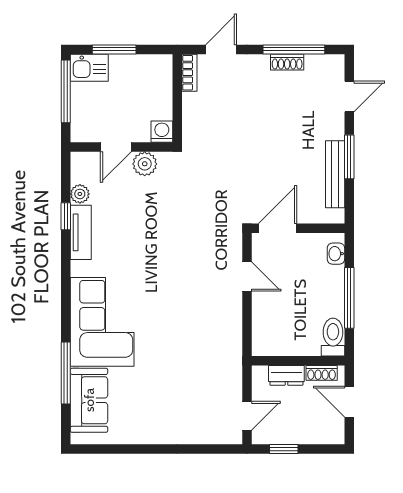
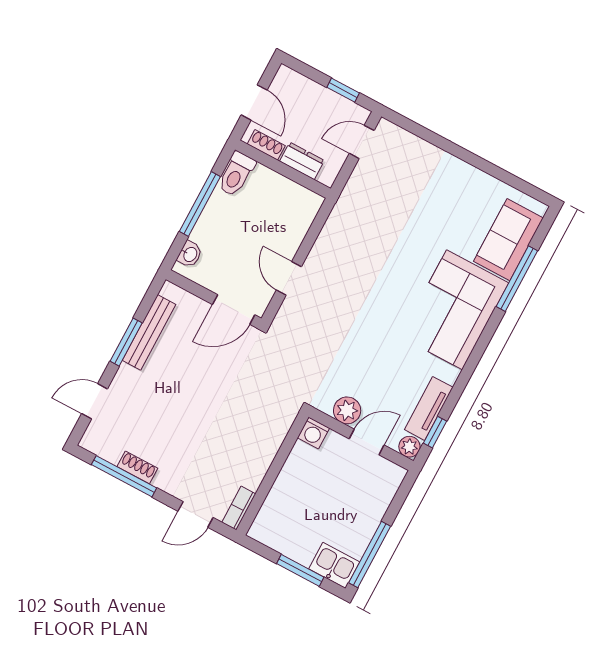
washing machine: (162, 132) -> (313, 433), moved
door: (116, 147) -> (367, 442), moved
wall: (121, 147) -> (361, 439), moved
plant: (145, 164) -> (347, 410), moved

